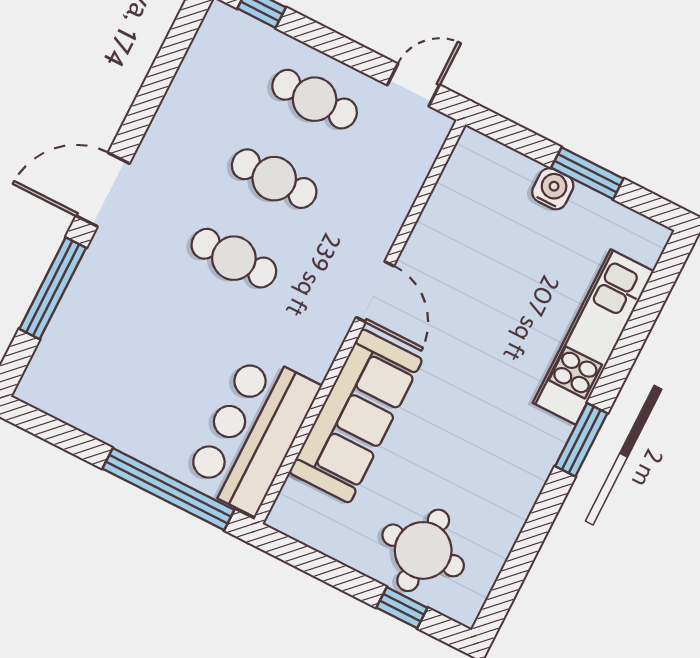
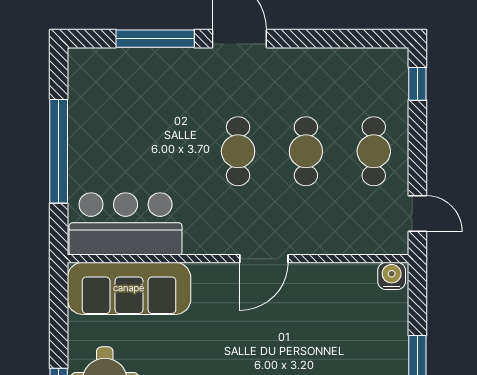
water cooler: (553, 189) -> (392, 276), moved, turned -90
sofa: (356, 416) -> (129, 288), moved
window: (168, 489) -> (59, 151), moved

